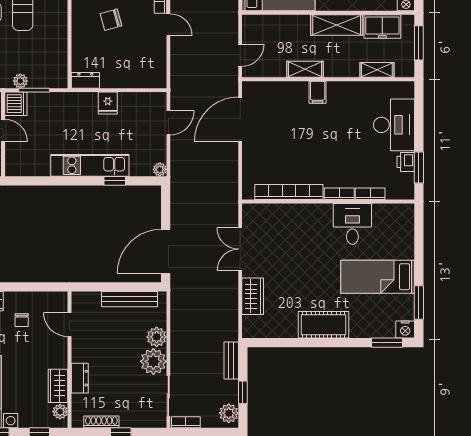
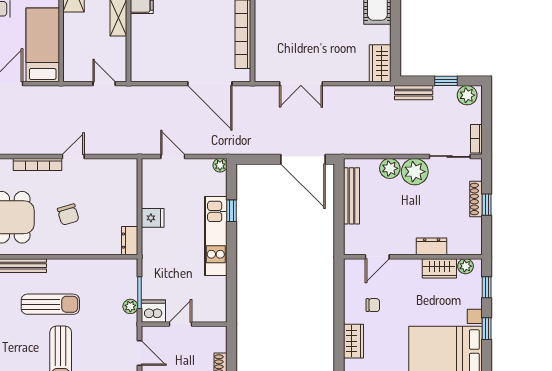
door: (240, 119) -> (210, 84), moved
wardrobe: (253, 296) -> (380, 63), moved, turned -90
shoe rack: (101, 422) -> (476, 199), moved

